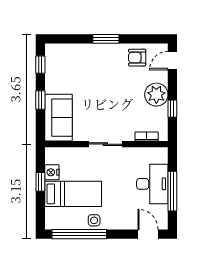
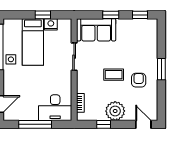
armchair: (137, 58) -> (139, 80), moved
coffee table: (113, 96) -> (114, 75), added
sliding door: (105, 144) -> (74, 57), moved
desk: (152, 184) -> (55, 108), moved

